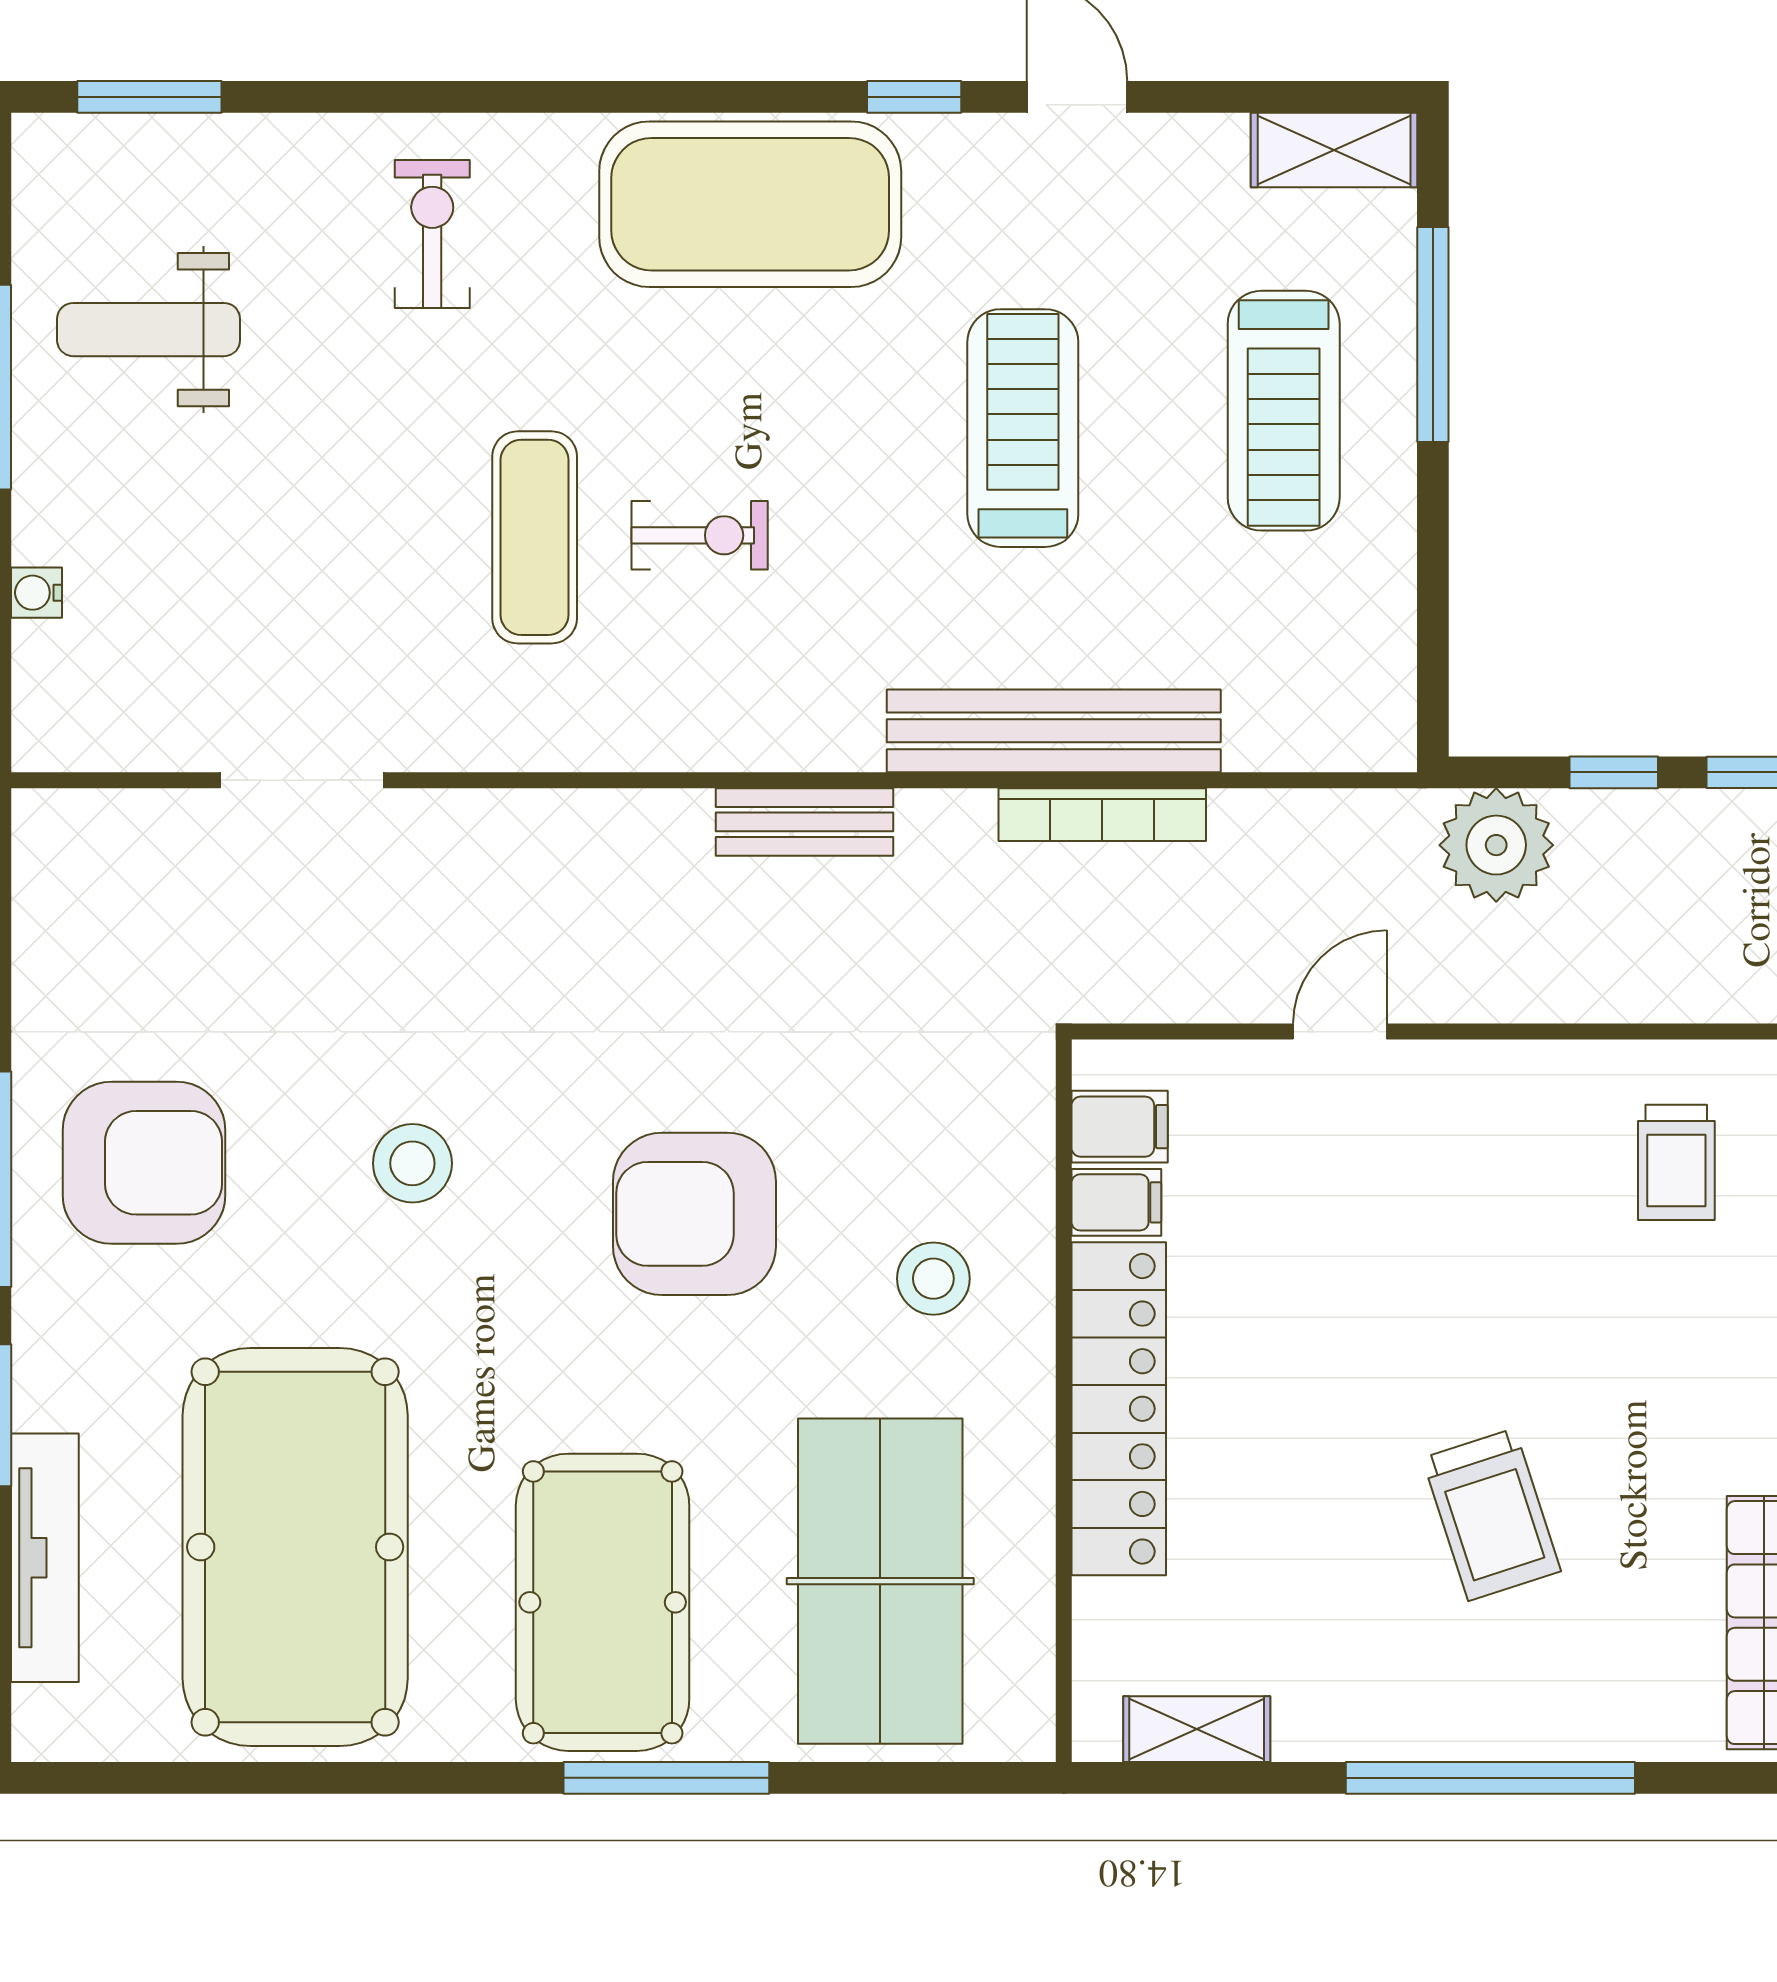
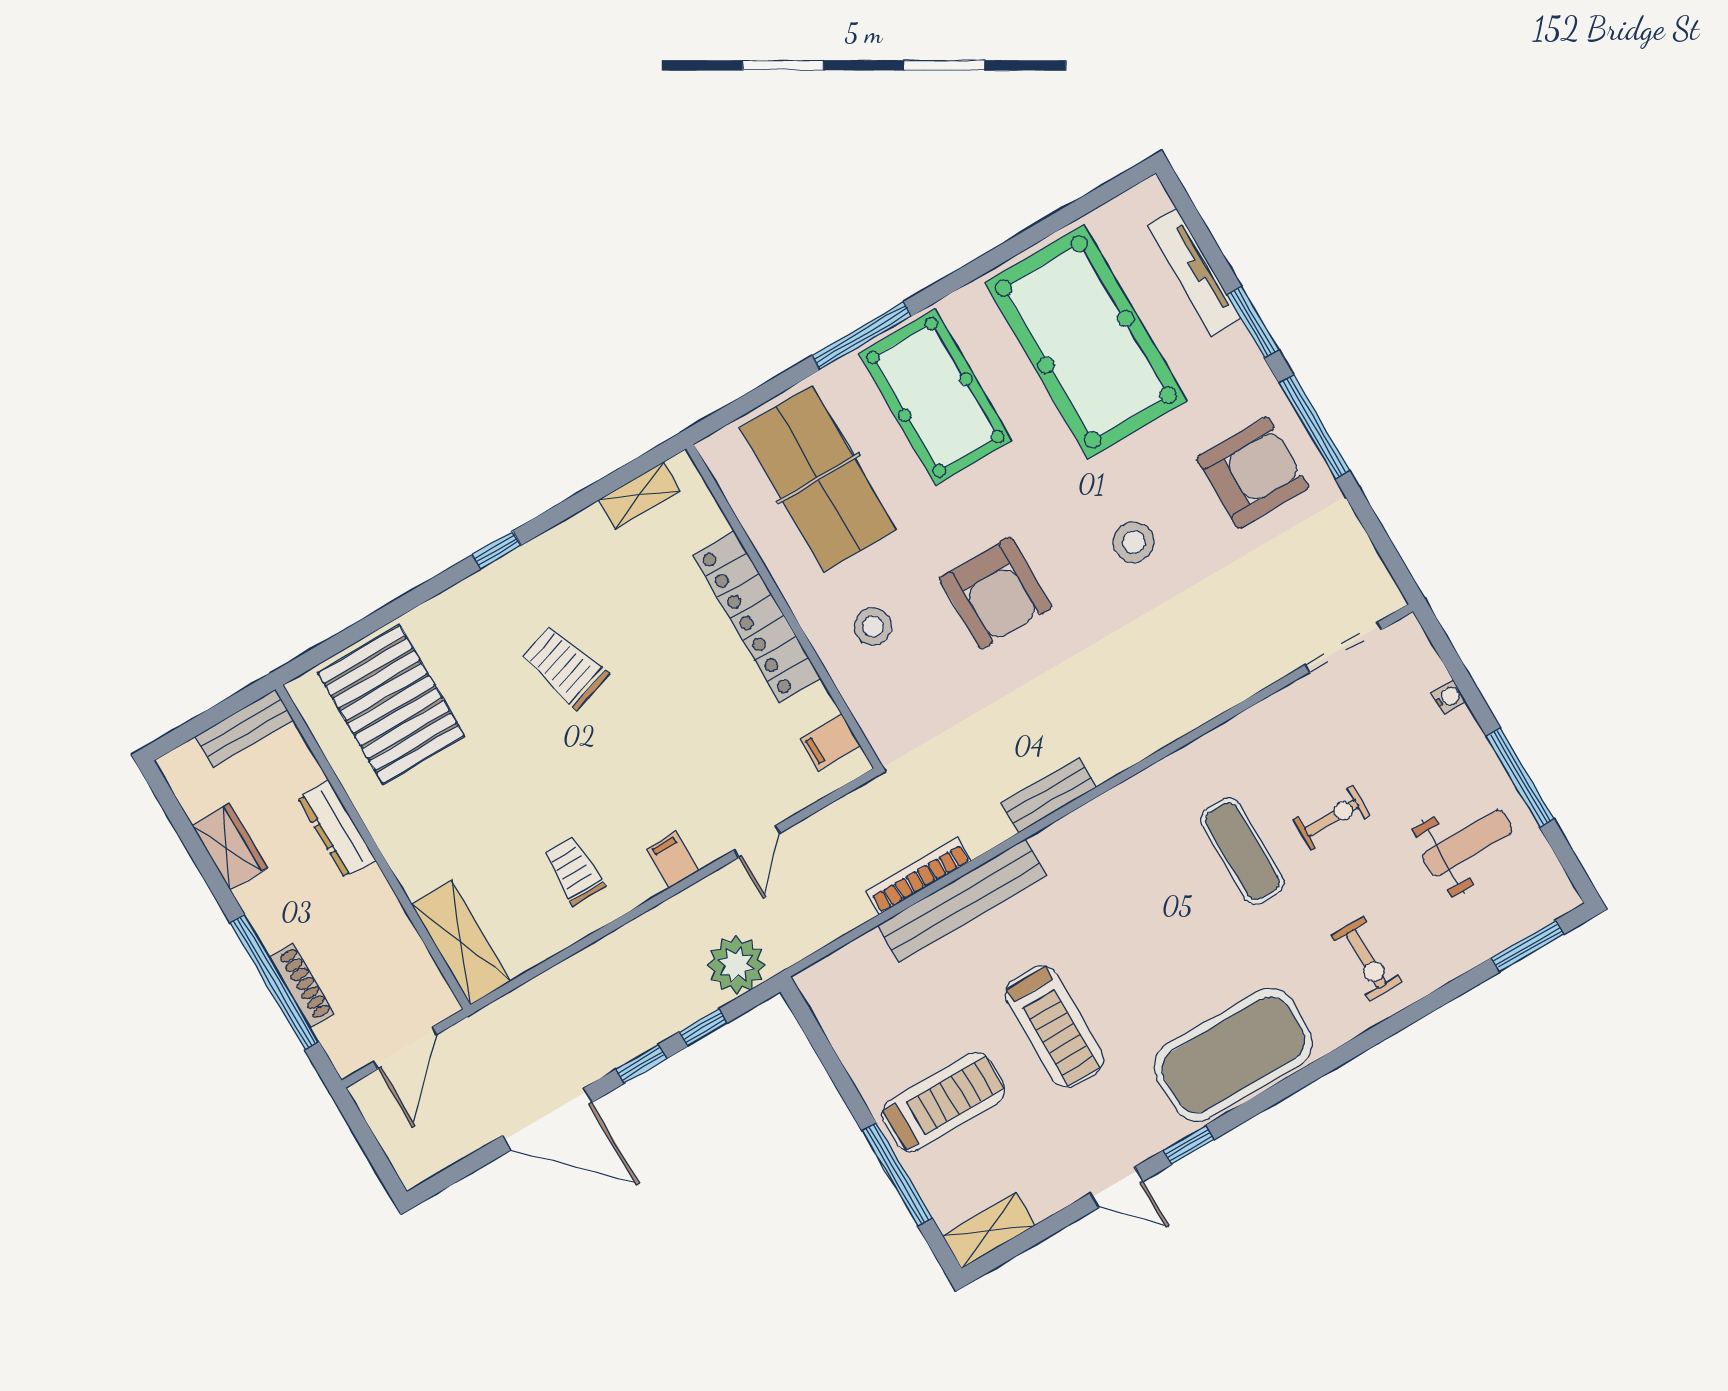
treadmill: (1284, 411) -> (943, 1102), turned 90
exercise bike: (700, 535) -> (1332, 818), moved, turned 180
doorway: (302, 780) -> (1343, 647), moved
armchair: (144, 1163) -> (1253, 473), turned 180
filing cabinet: (1116, 1202) -> (673, 860), moved, turned 90
armchair: (694, 1214) -> (996, 593), turned 90
window: (1490, 1778) -> (497, 550), width x0.32

